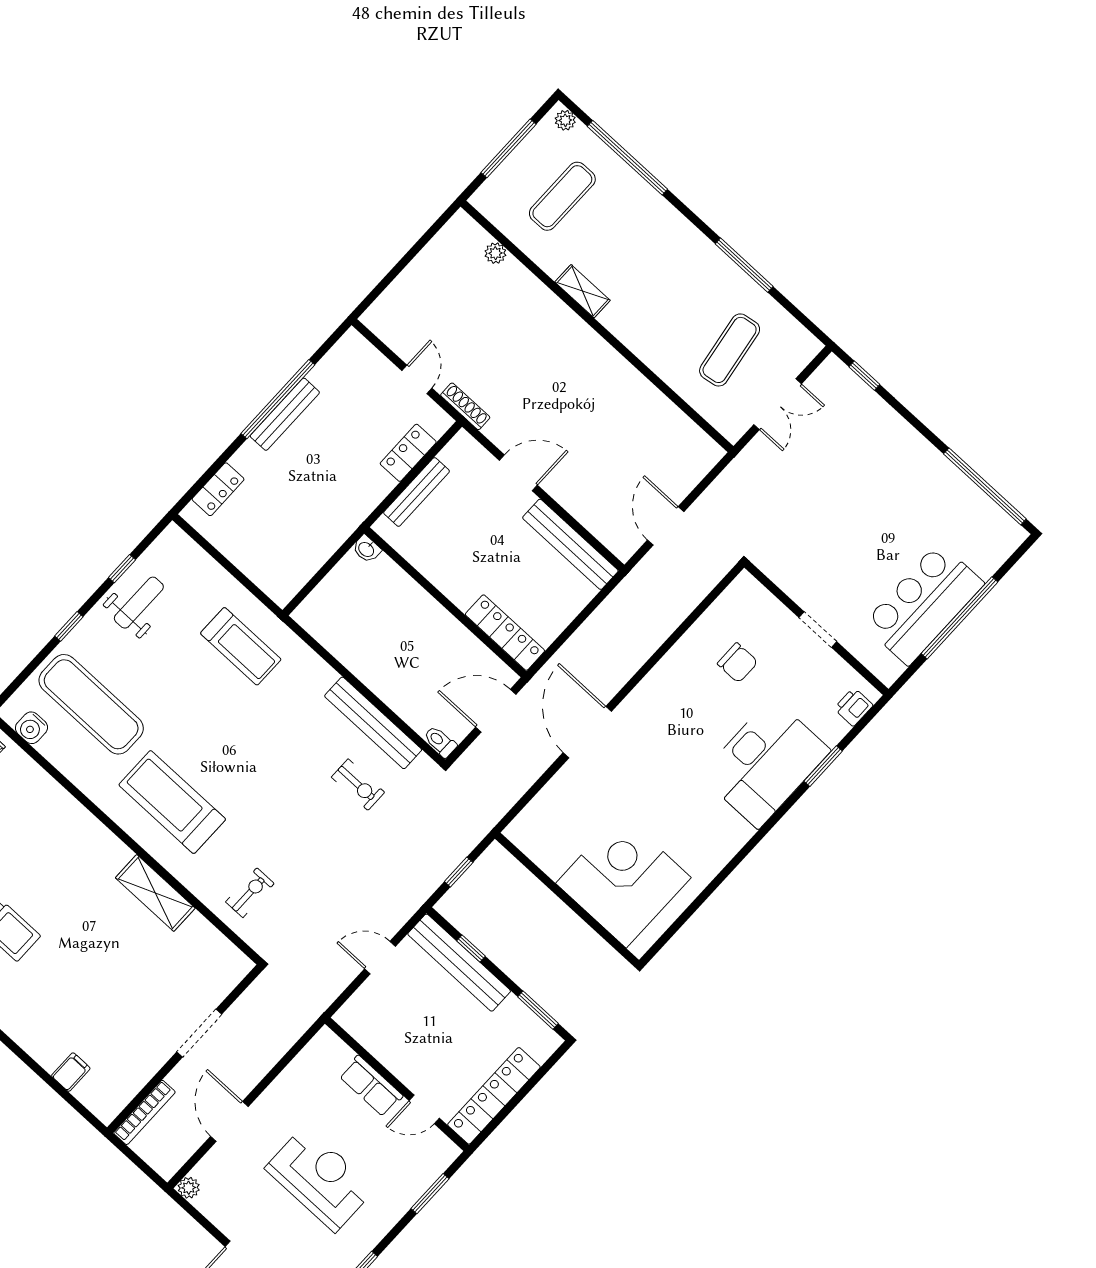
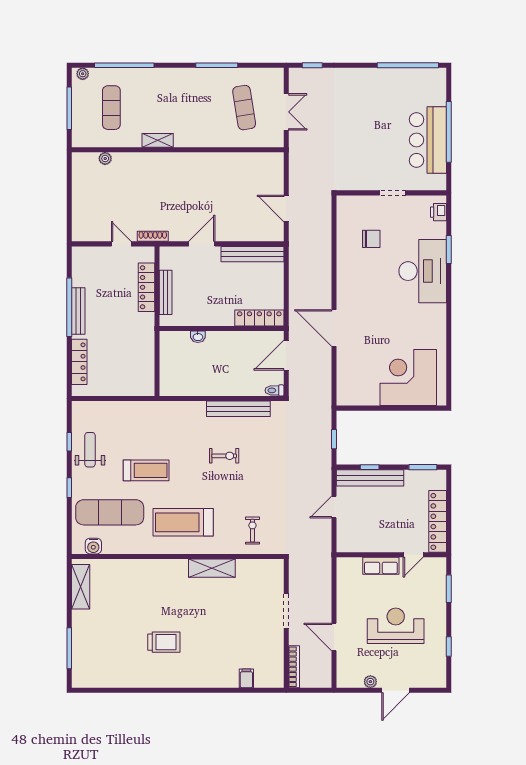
locker: (408, 453) -> (147, 287), width x1.53
locker: (218, 489) -> (79, 362), width x1.53
washbasin: (367, 549) -> (198, 337), moved
treadmill: (241, 646) -> (146, 470), moved
exercise bike: (358, 785) -> (224, 456), moved
plant: (189, 1188) -> (370, 682), moved

